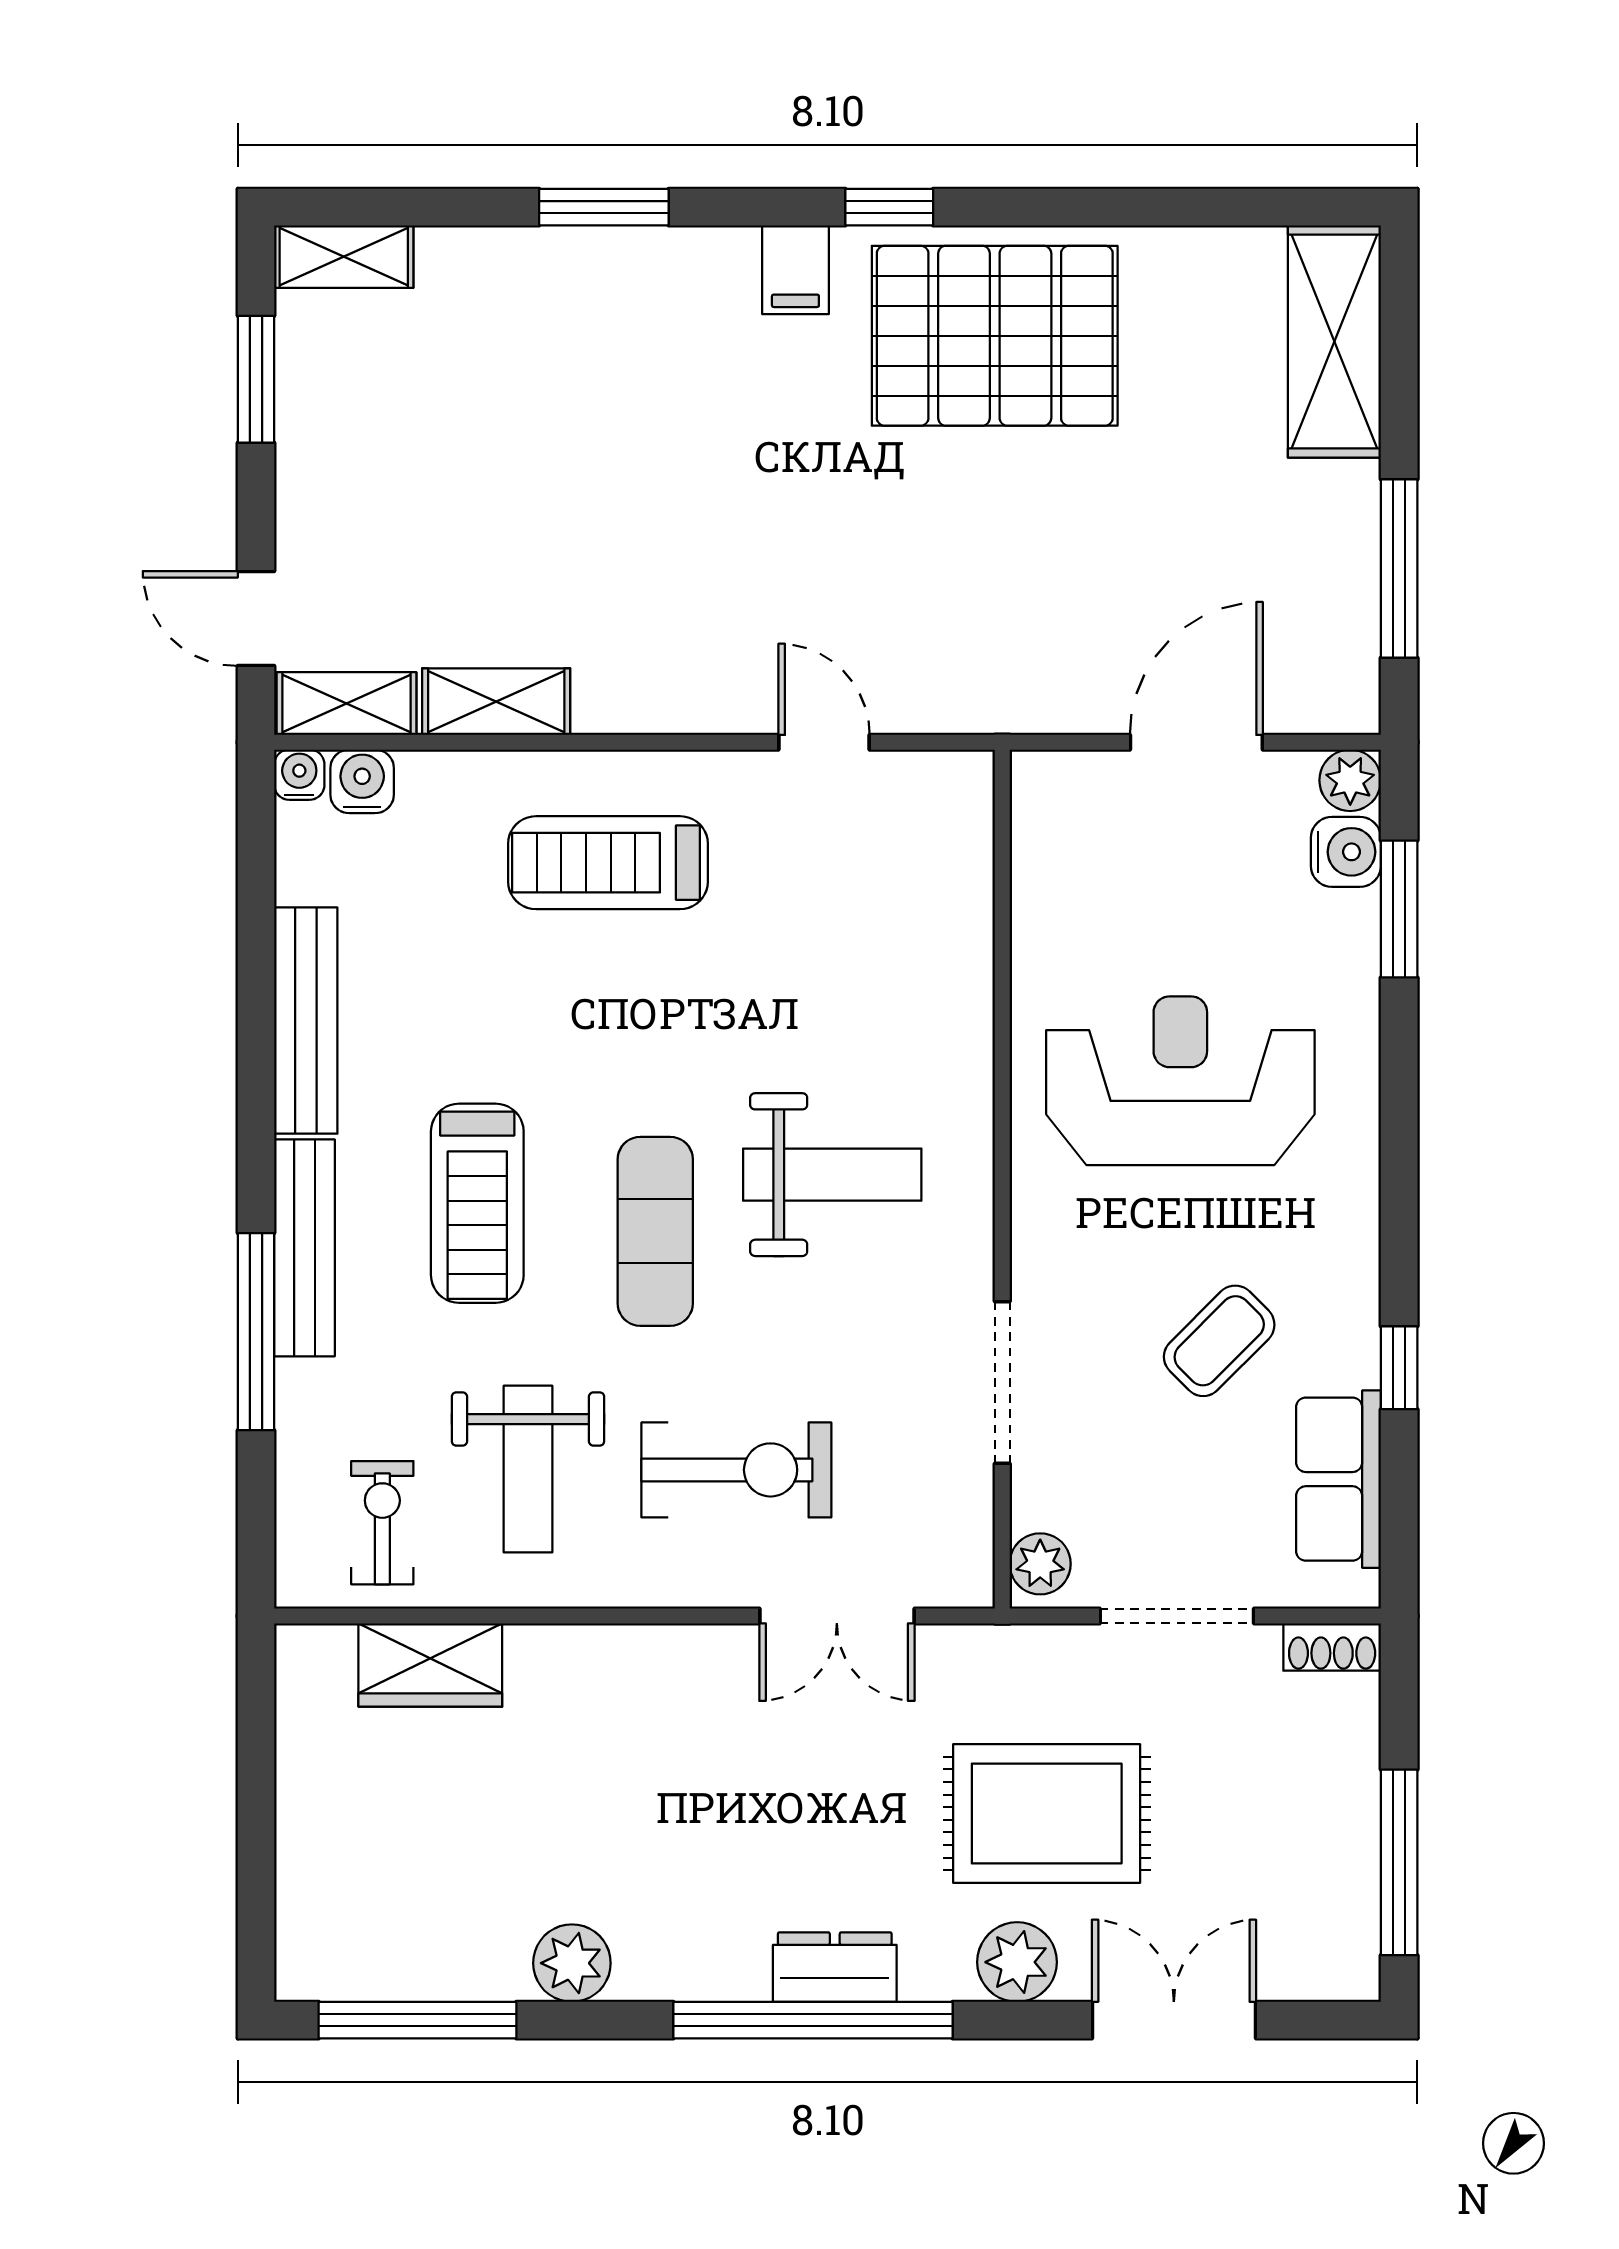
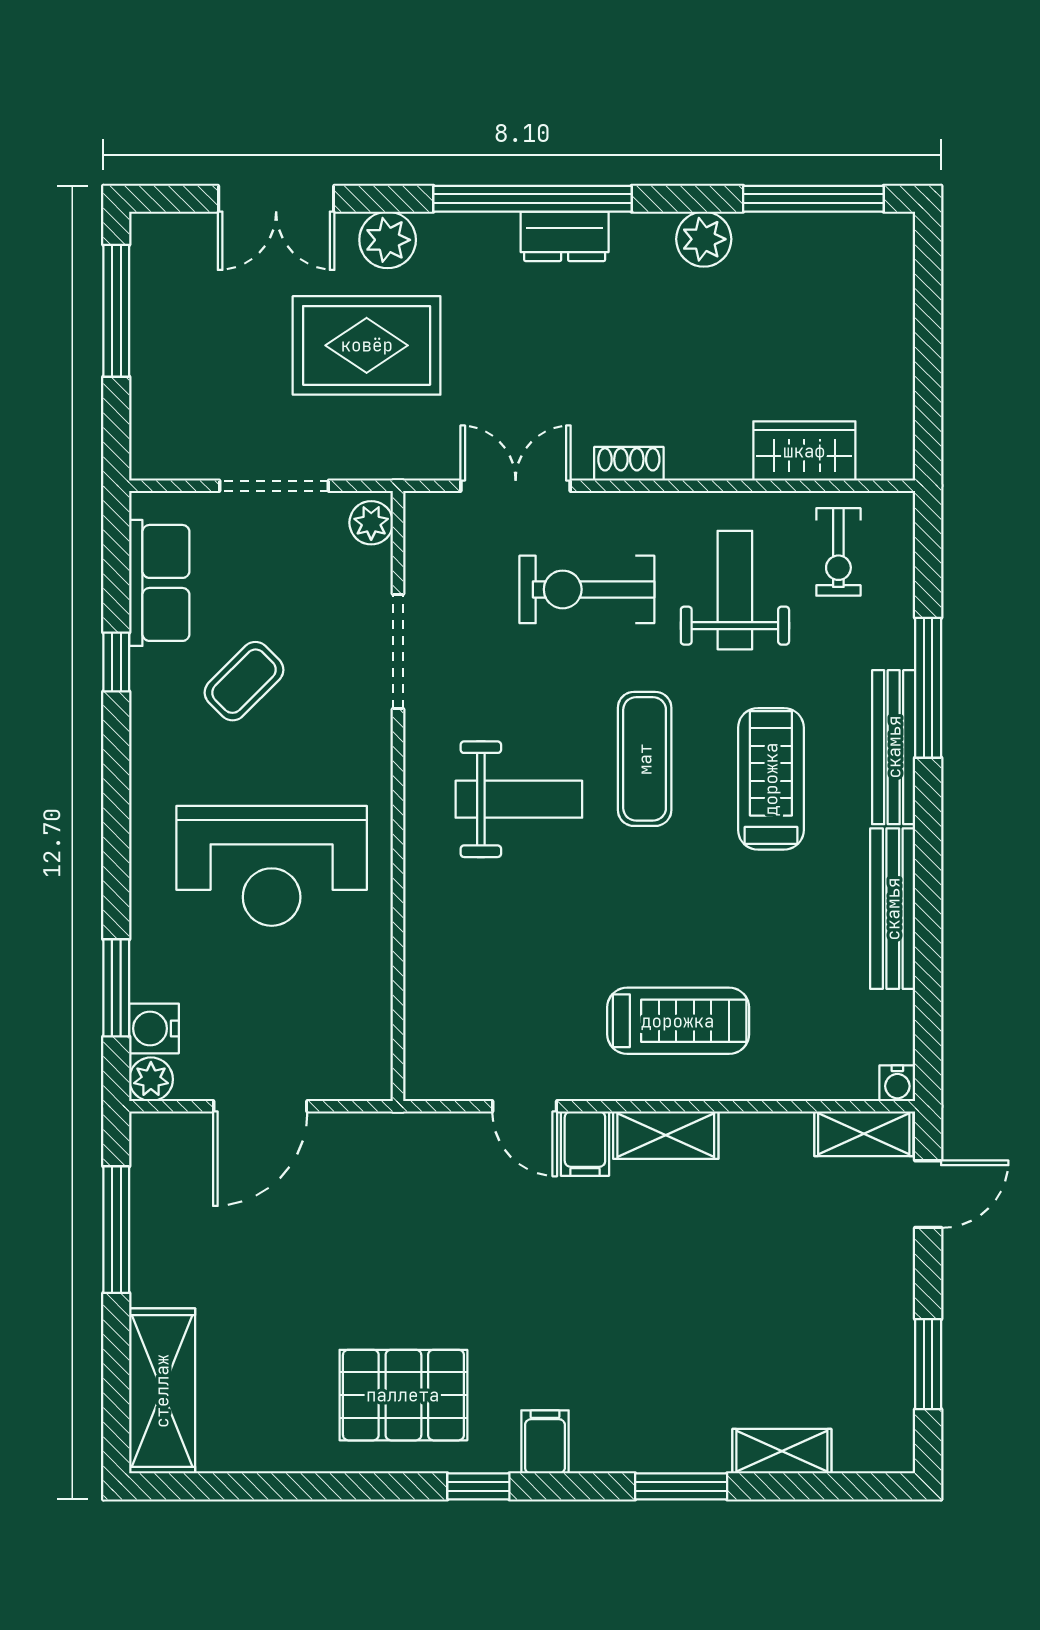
shelving: (344, 257) -> (782, 1451), moved
pallet: (995, 336) -> (403, 1395), width x0.73, depth x0.71
door: (256, 618) -> (928, 1194), hinge flipped
filing cabinet: (739, 690) -> (585, 1144), added
shelving: (496, 702) -> (666, 1135), moved
water cooler: (362, 781) -> (853, 1078), removed
weight bench: (832, 1175) -> (519, 799), turned 180
shoe rack: (1332, 1647) -> (629, 464), moved
dresser: (835, 1967) -> (565, 236), moved

